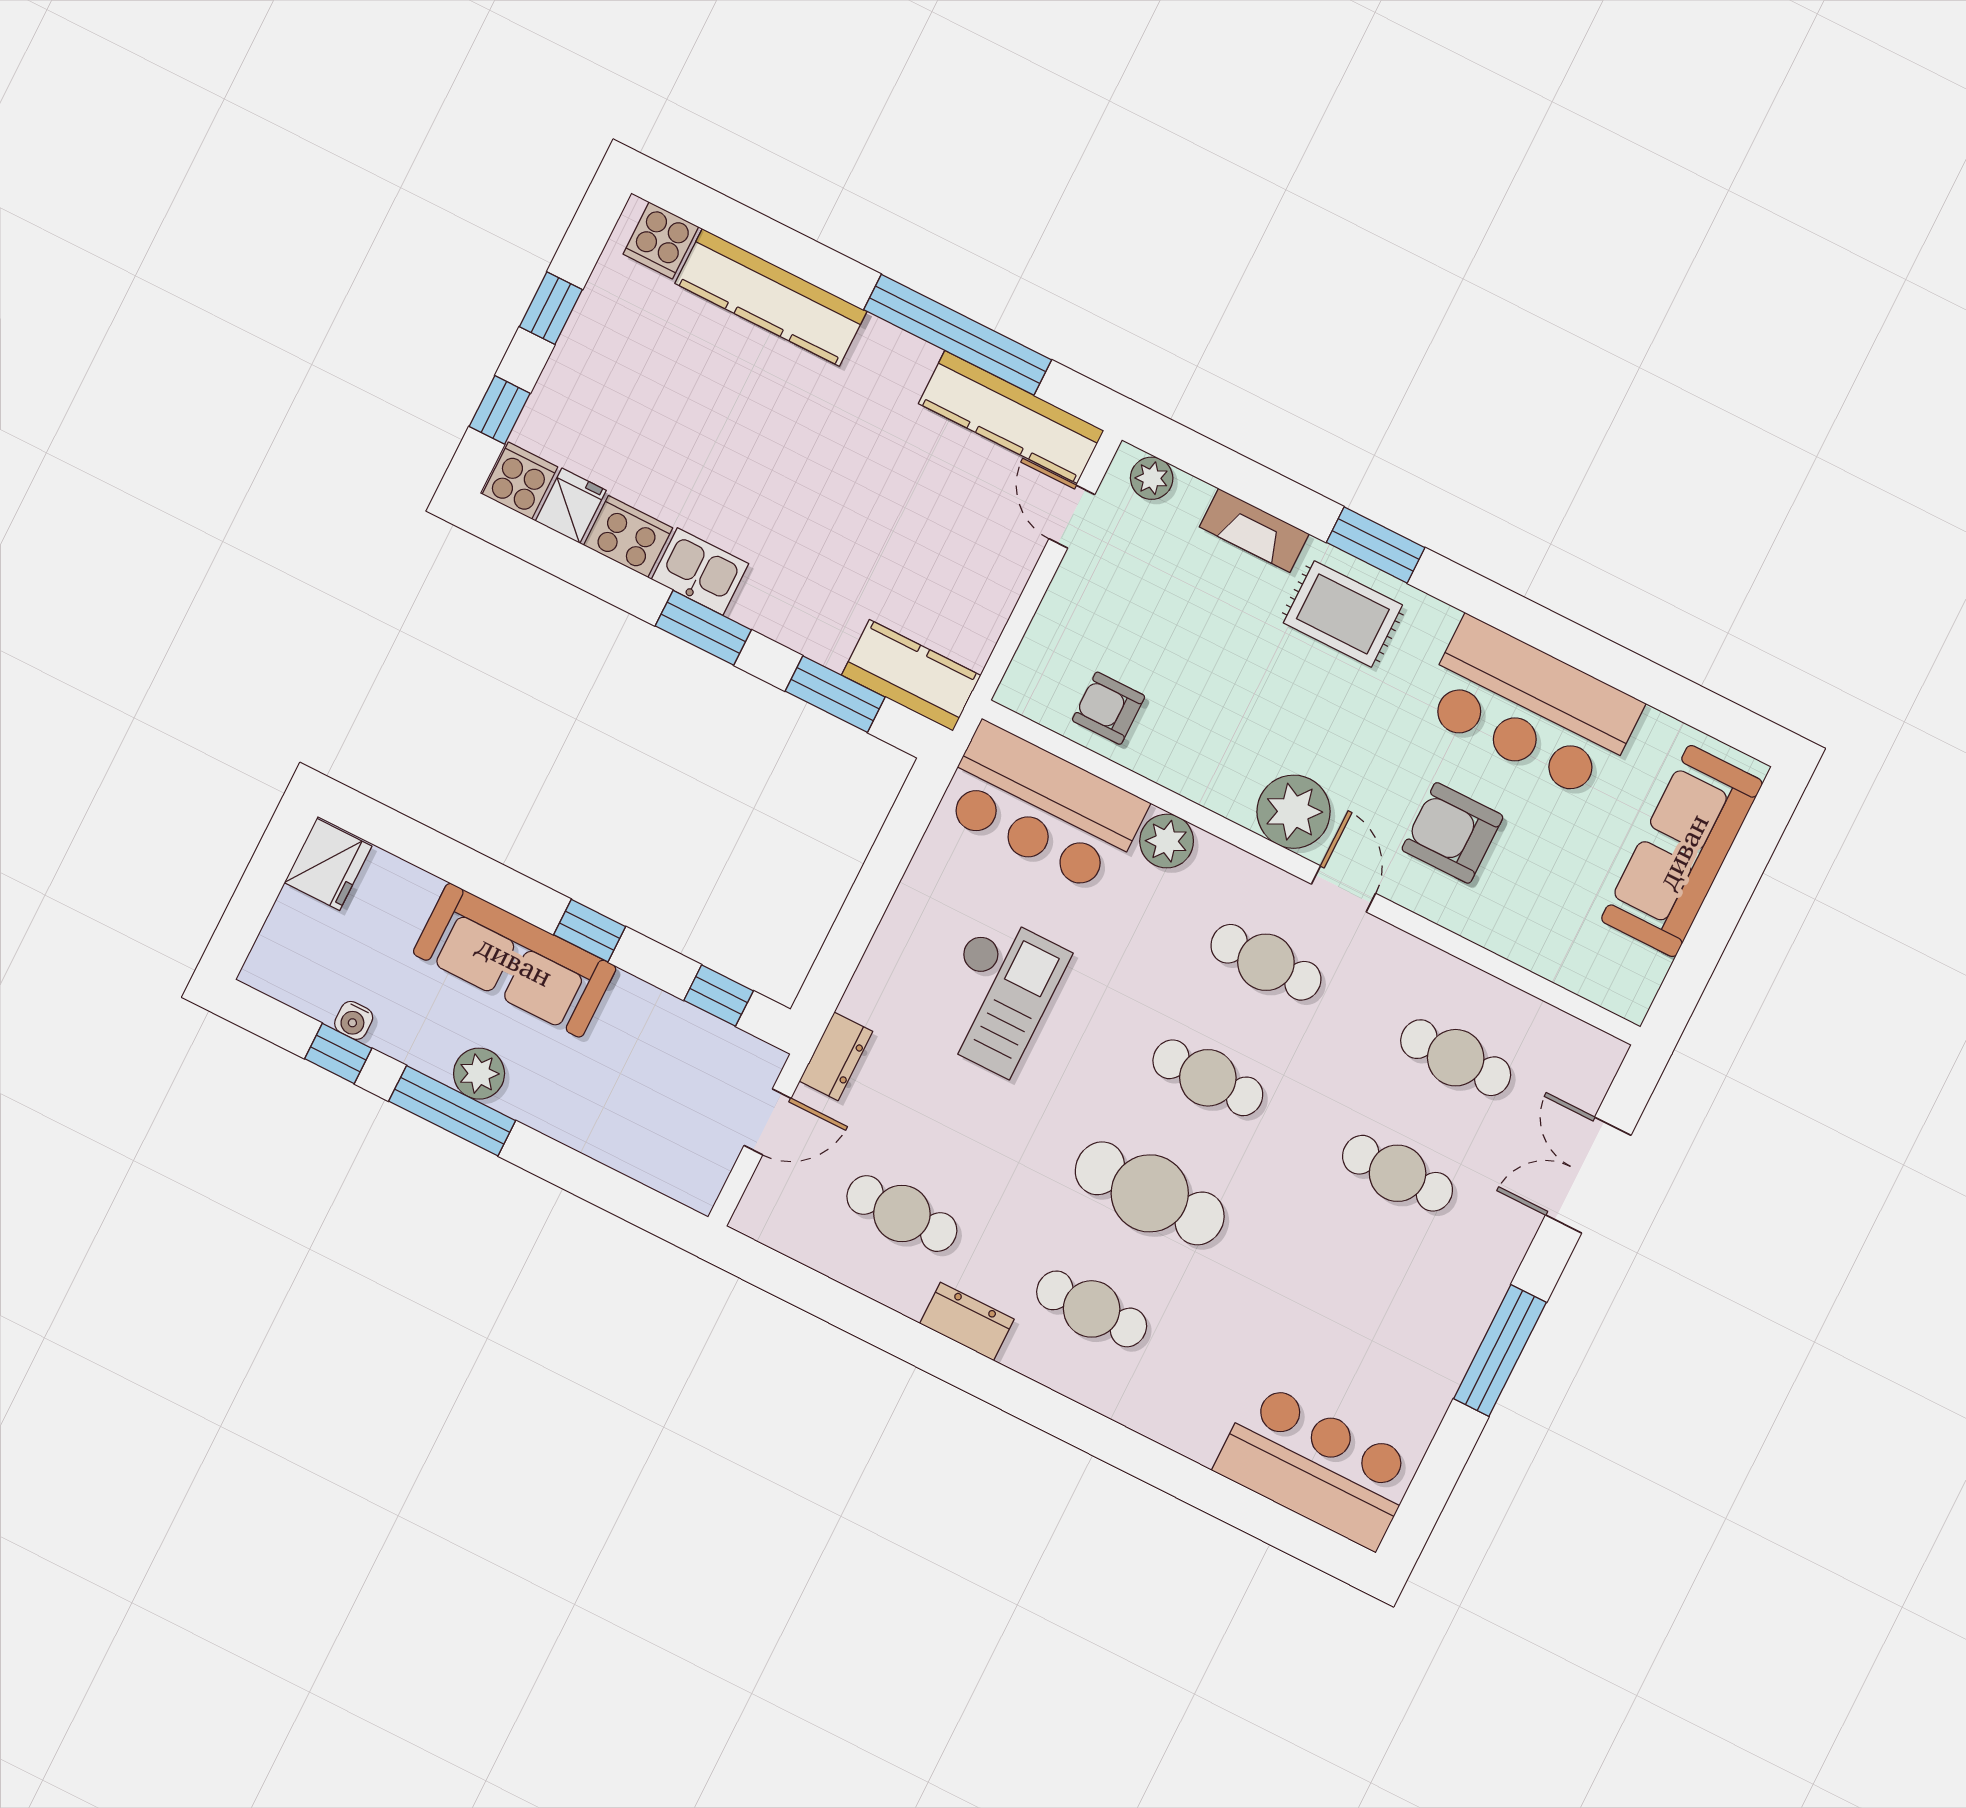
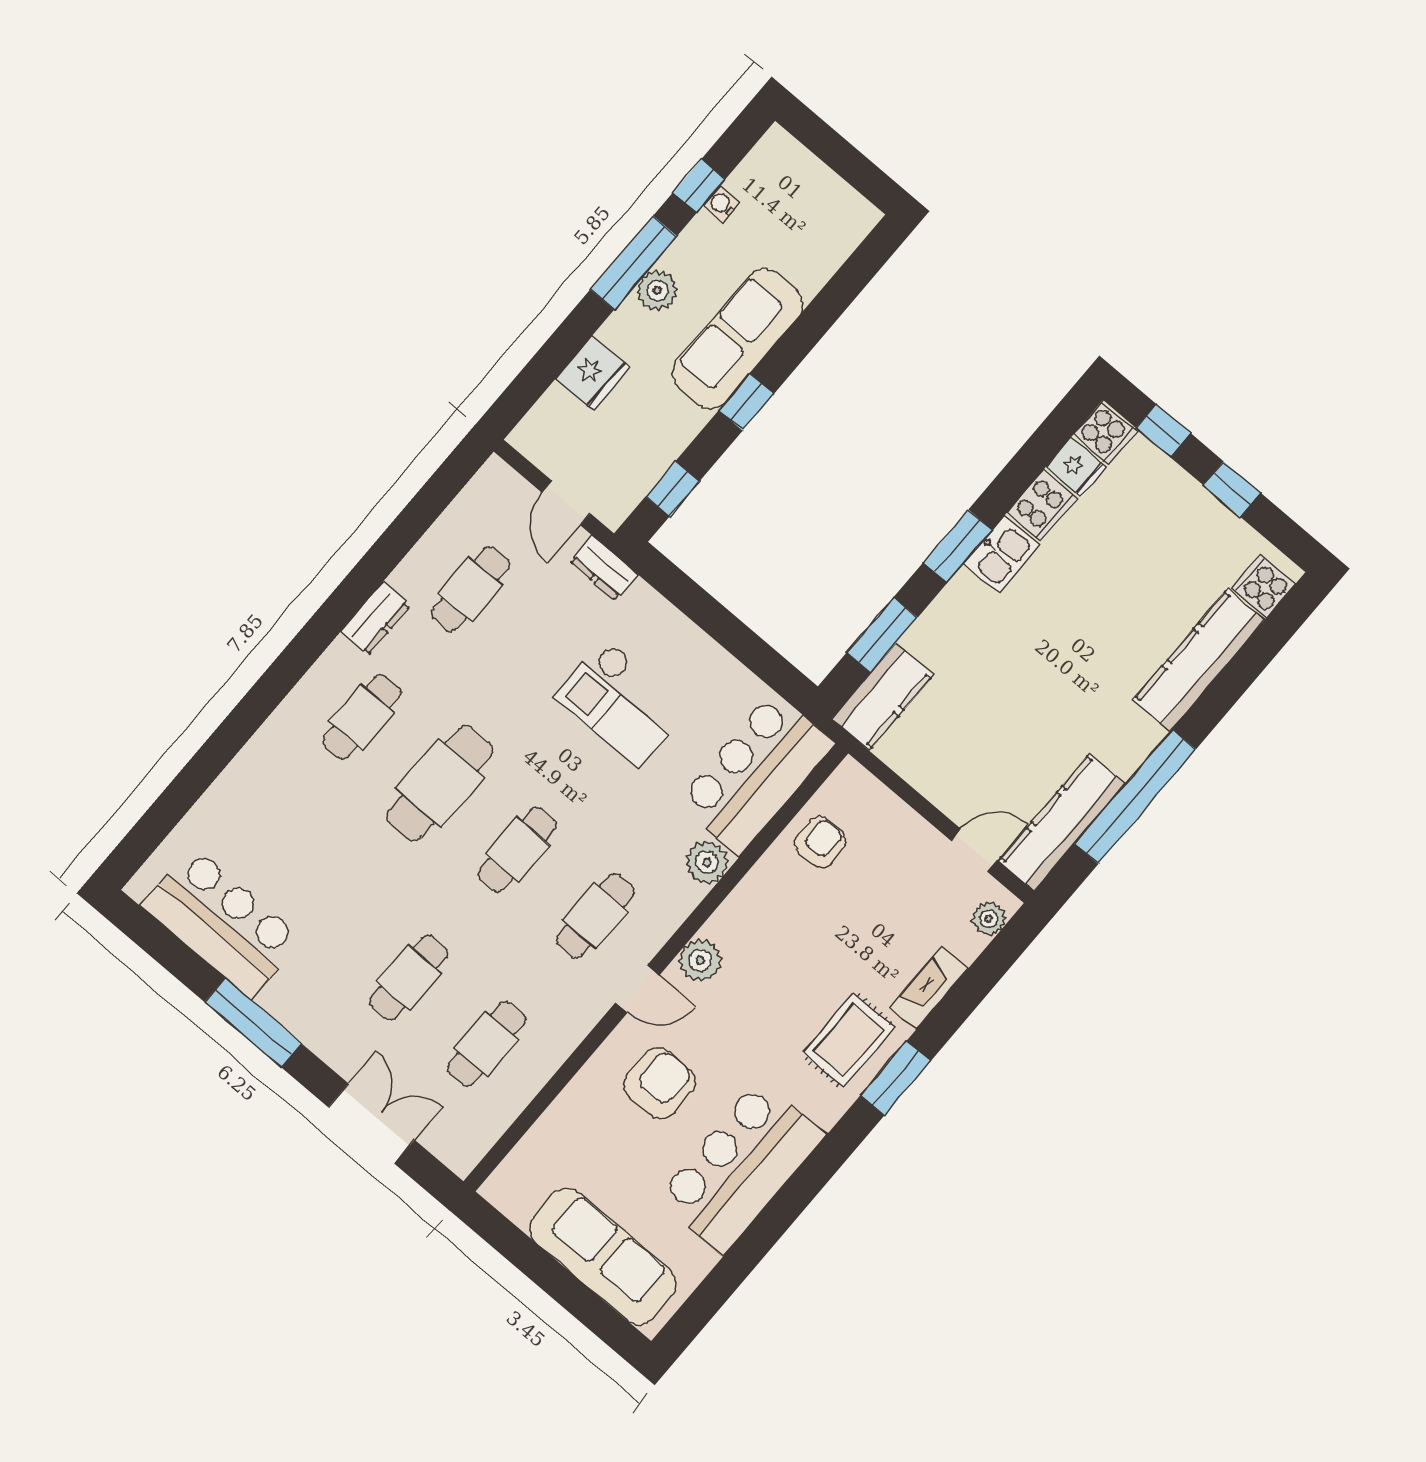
plant: (1294, 812) -> (700, 960), width x0.73, depth x0.73
fridge: (328, 864) -> (593, 373), moved, turned -90
bar counter: (1316, 1466) -> (222, 922), moved, turned -90

